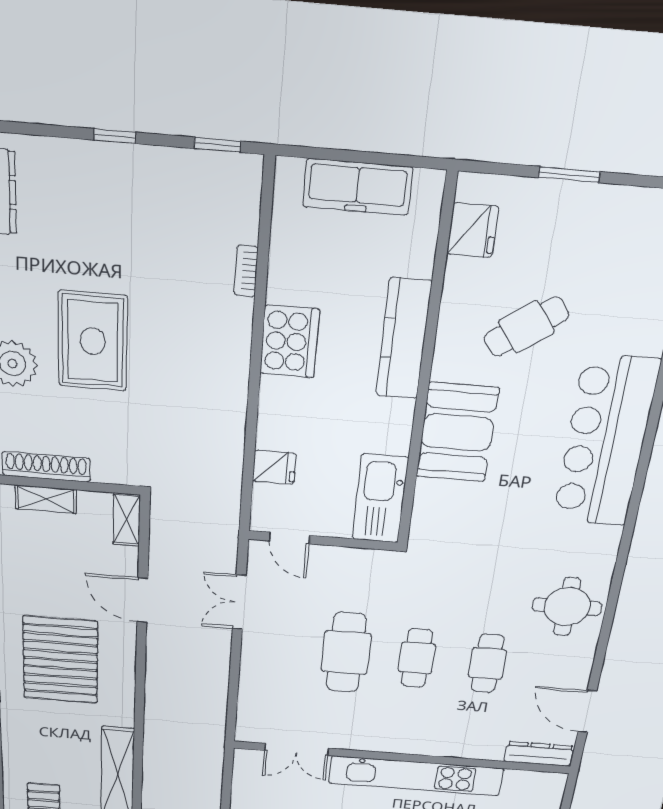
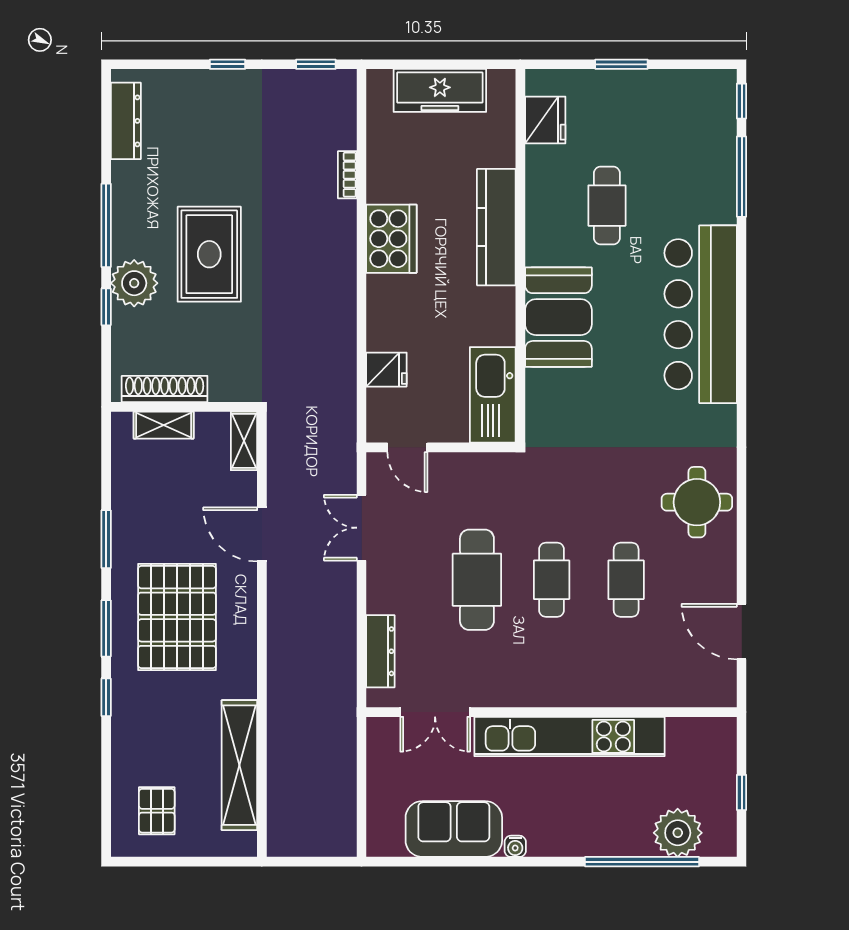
cafe table: (526, 327) -> (607, 206), turned -54
dresser: (539, 754) -> (380, 651), moved, turned 90

